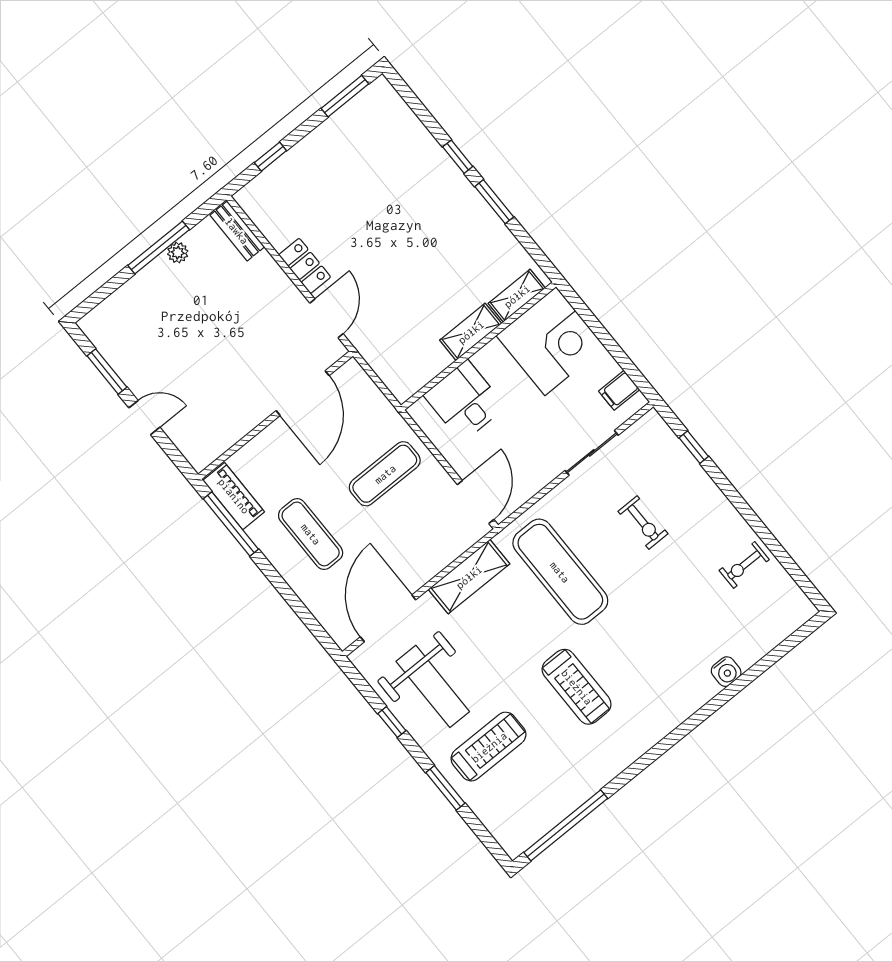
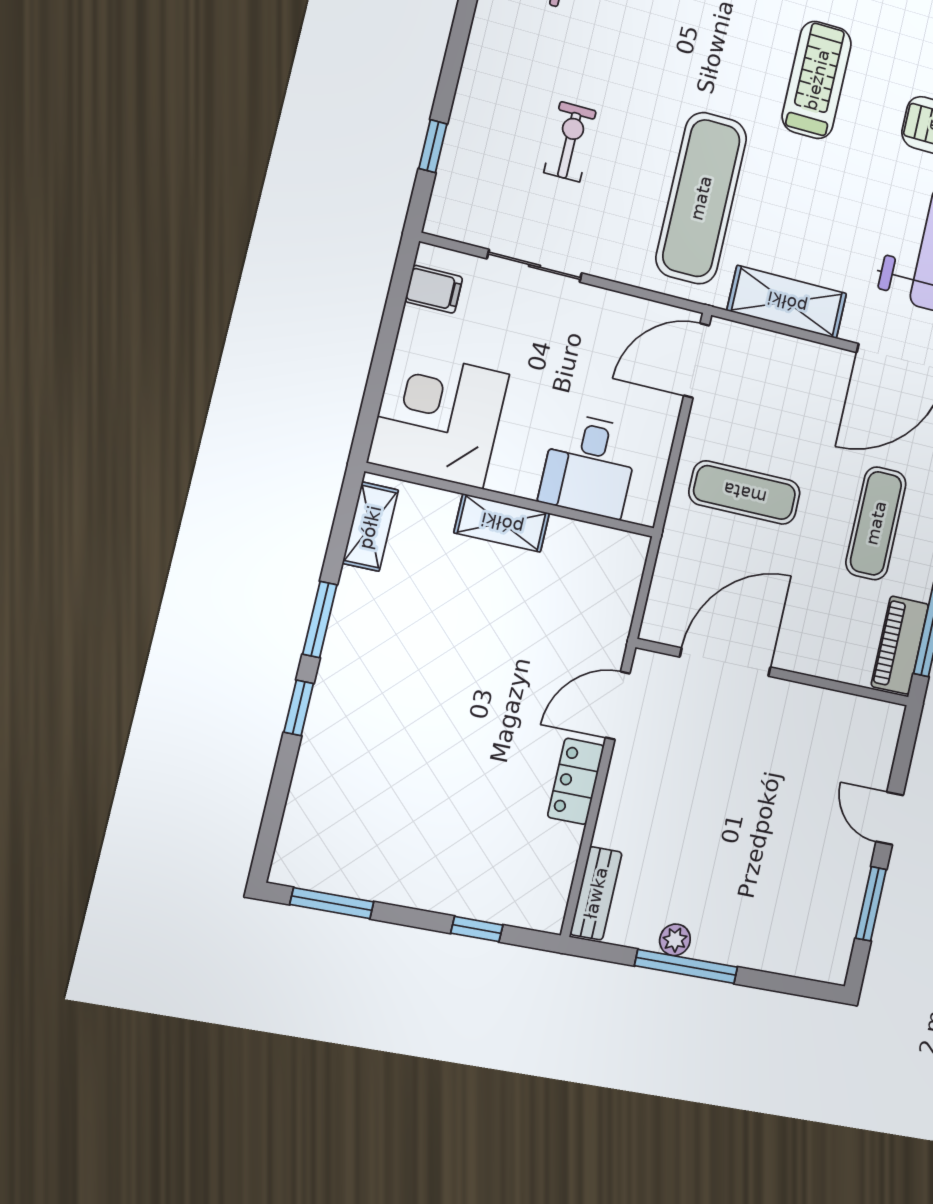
shelving: (517, 296) -> (370, 527), moved, turned 90

